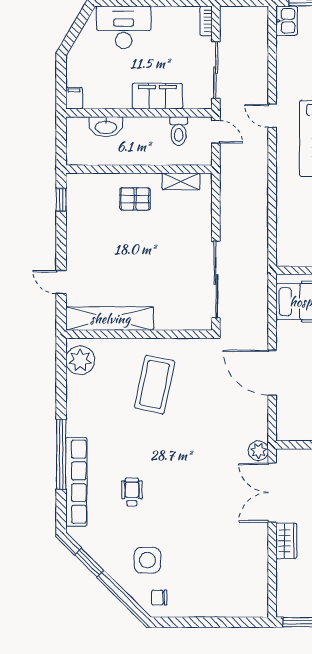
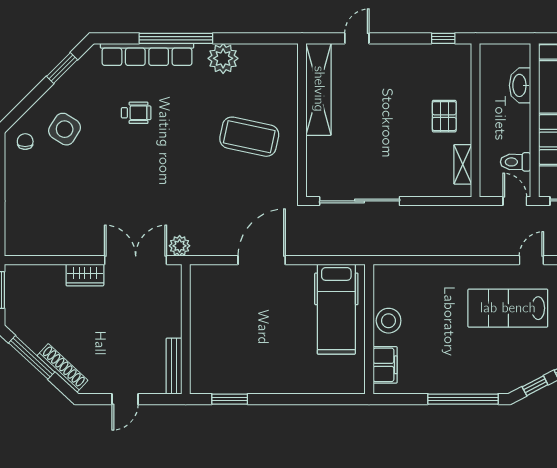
door: (216, 132) -> (515, 201), swing flipped
plant: (80, 360) -> (223, 58), moved
side table: (147, 560) -> (65, 129), turned 32

